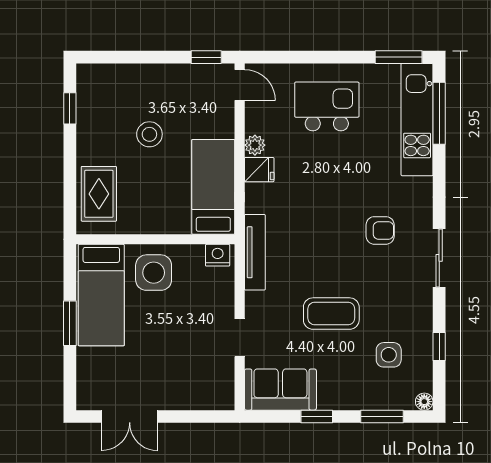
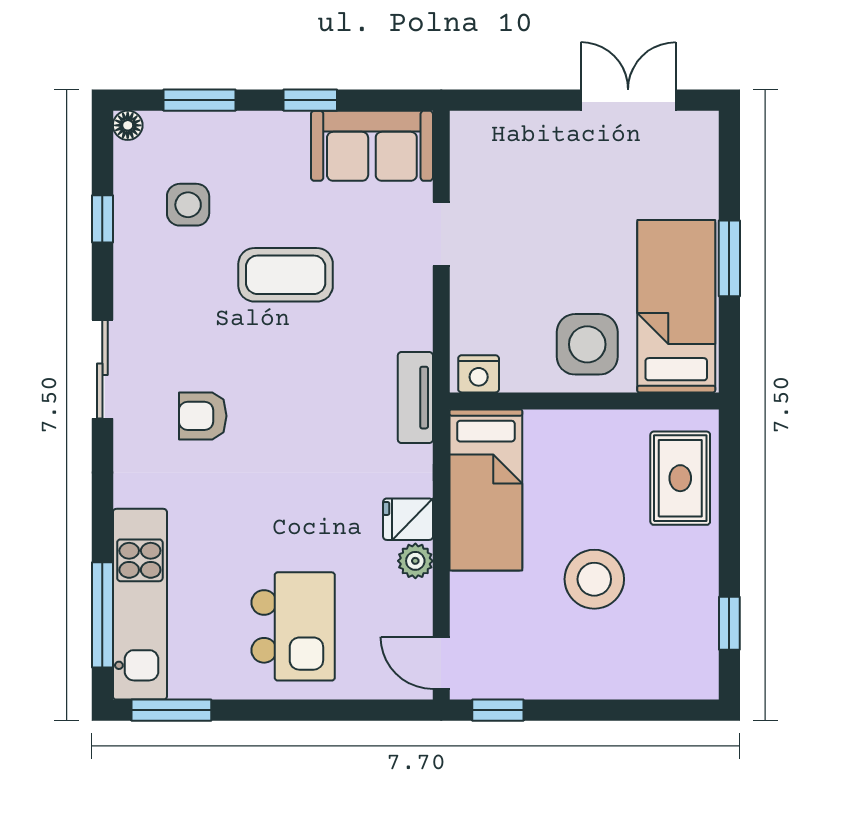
kitchen island: (327, 106) -> (293, 626), turned -90
stool: (149, 134) -> (594, 579), width x1.38, depth x1.38
tv unit: (255, 252) -> (415, 398), width x0.71

